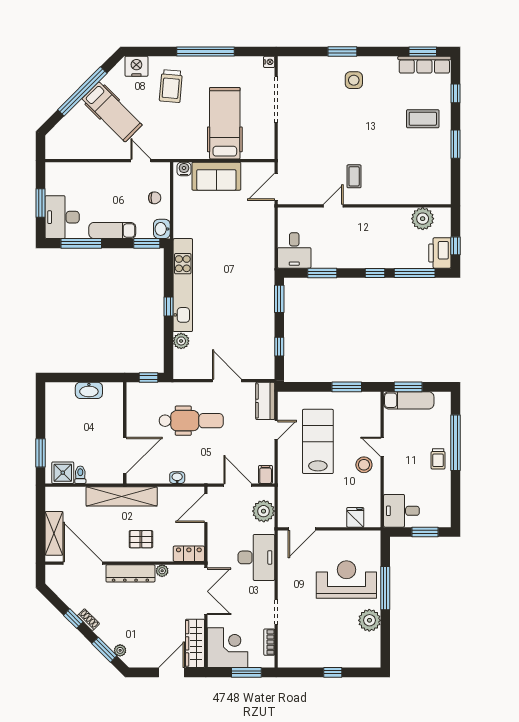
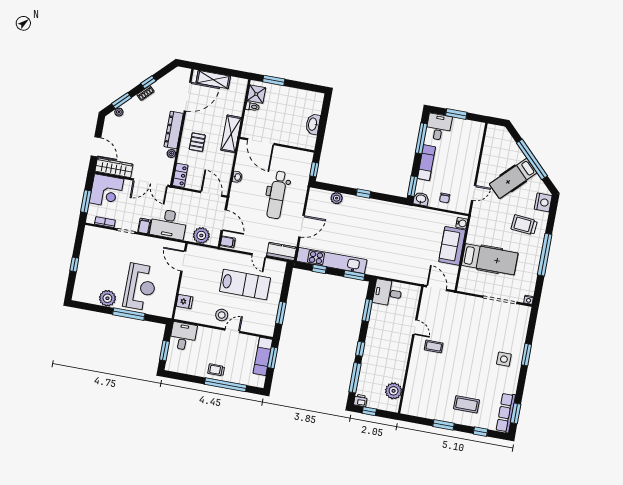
coffee table: (423, 119) -> (467, 404), turned 90
desk: (62, 217) -> (439, 127), width x0.73
printer: (440, 253) -> (360, 400), width x0.53, depth x0.68
kitchen unit: (183, 285) -> (332, 260), moved, turned 180
door: (238, 485) -> (224, 220), hinge flipped
shelving: (122, 496) -> (231, 134), width x0.68
filing cabinet: (265, 589) -> (144, 226), added

